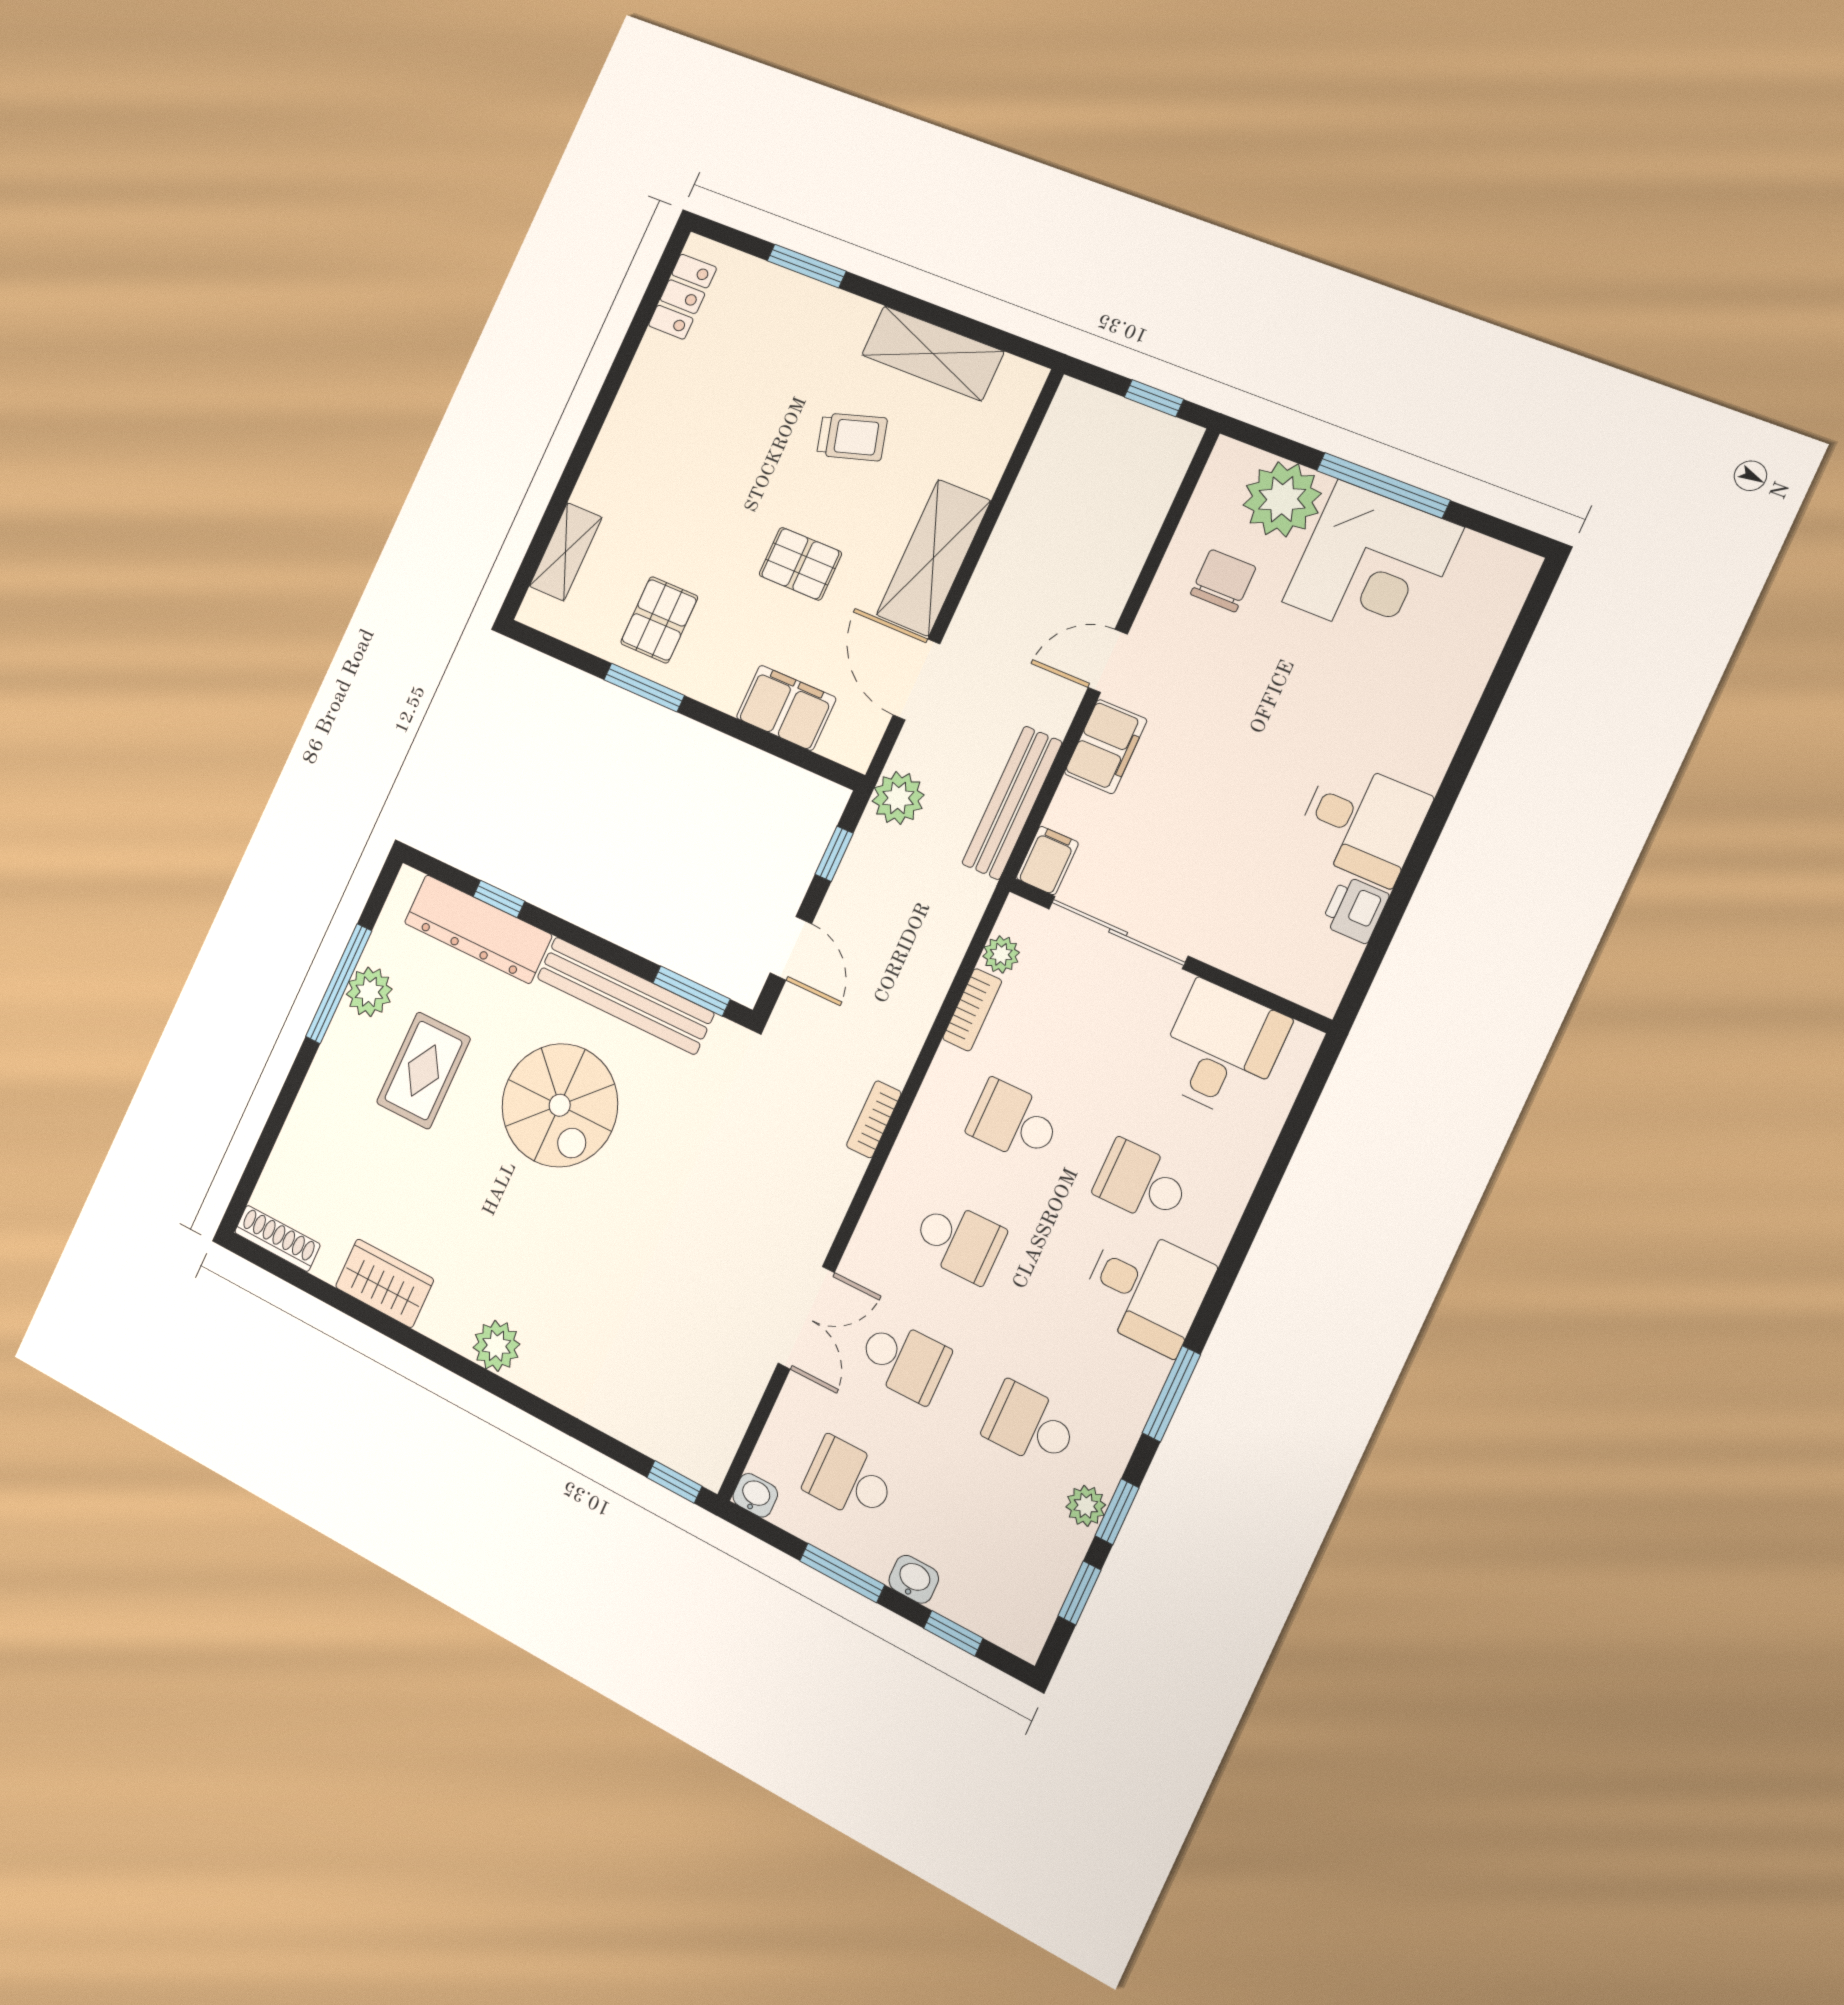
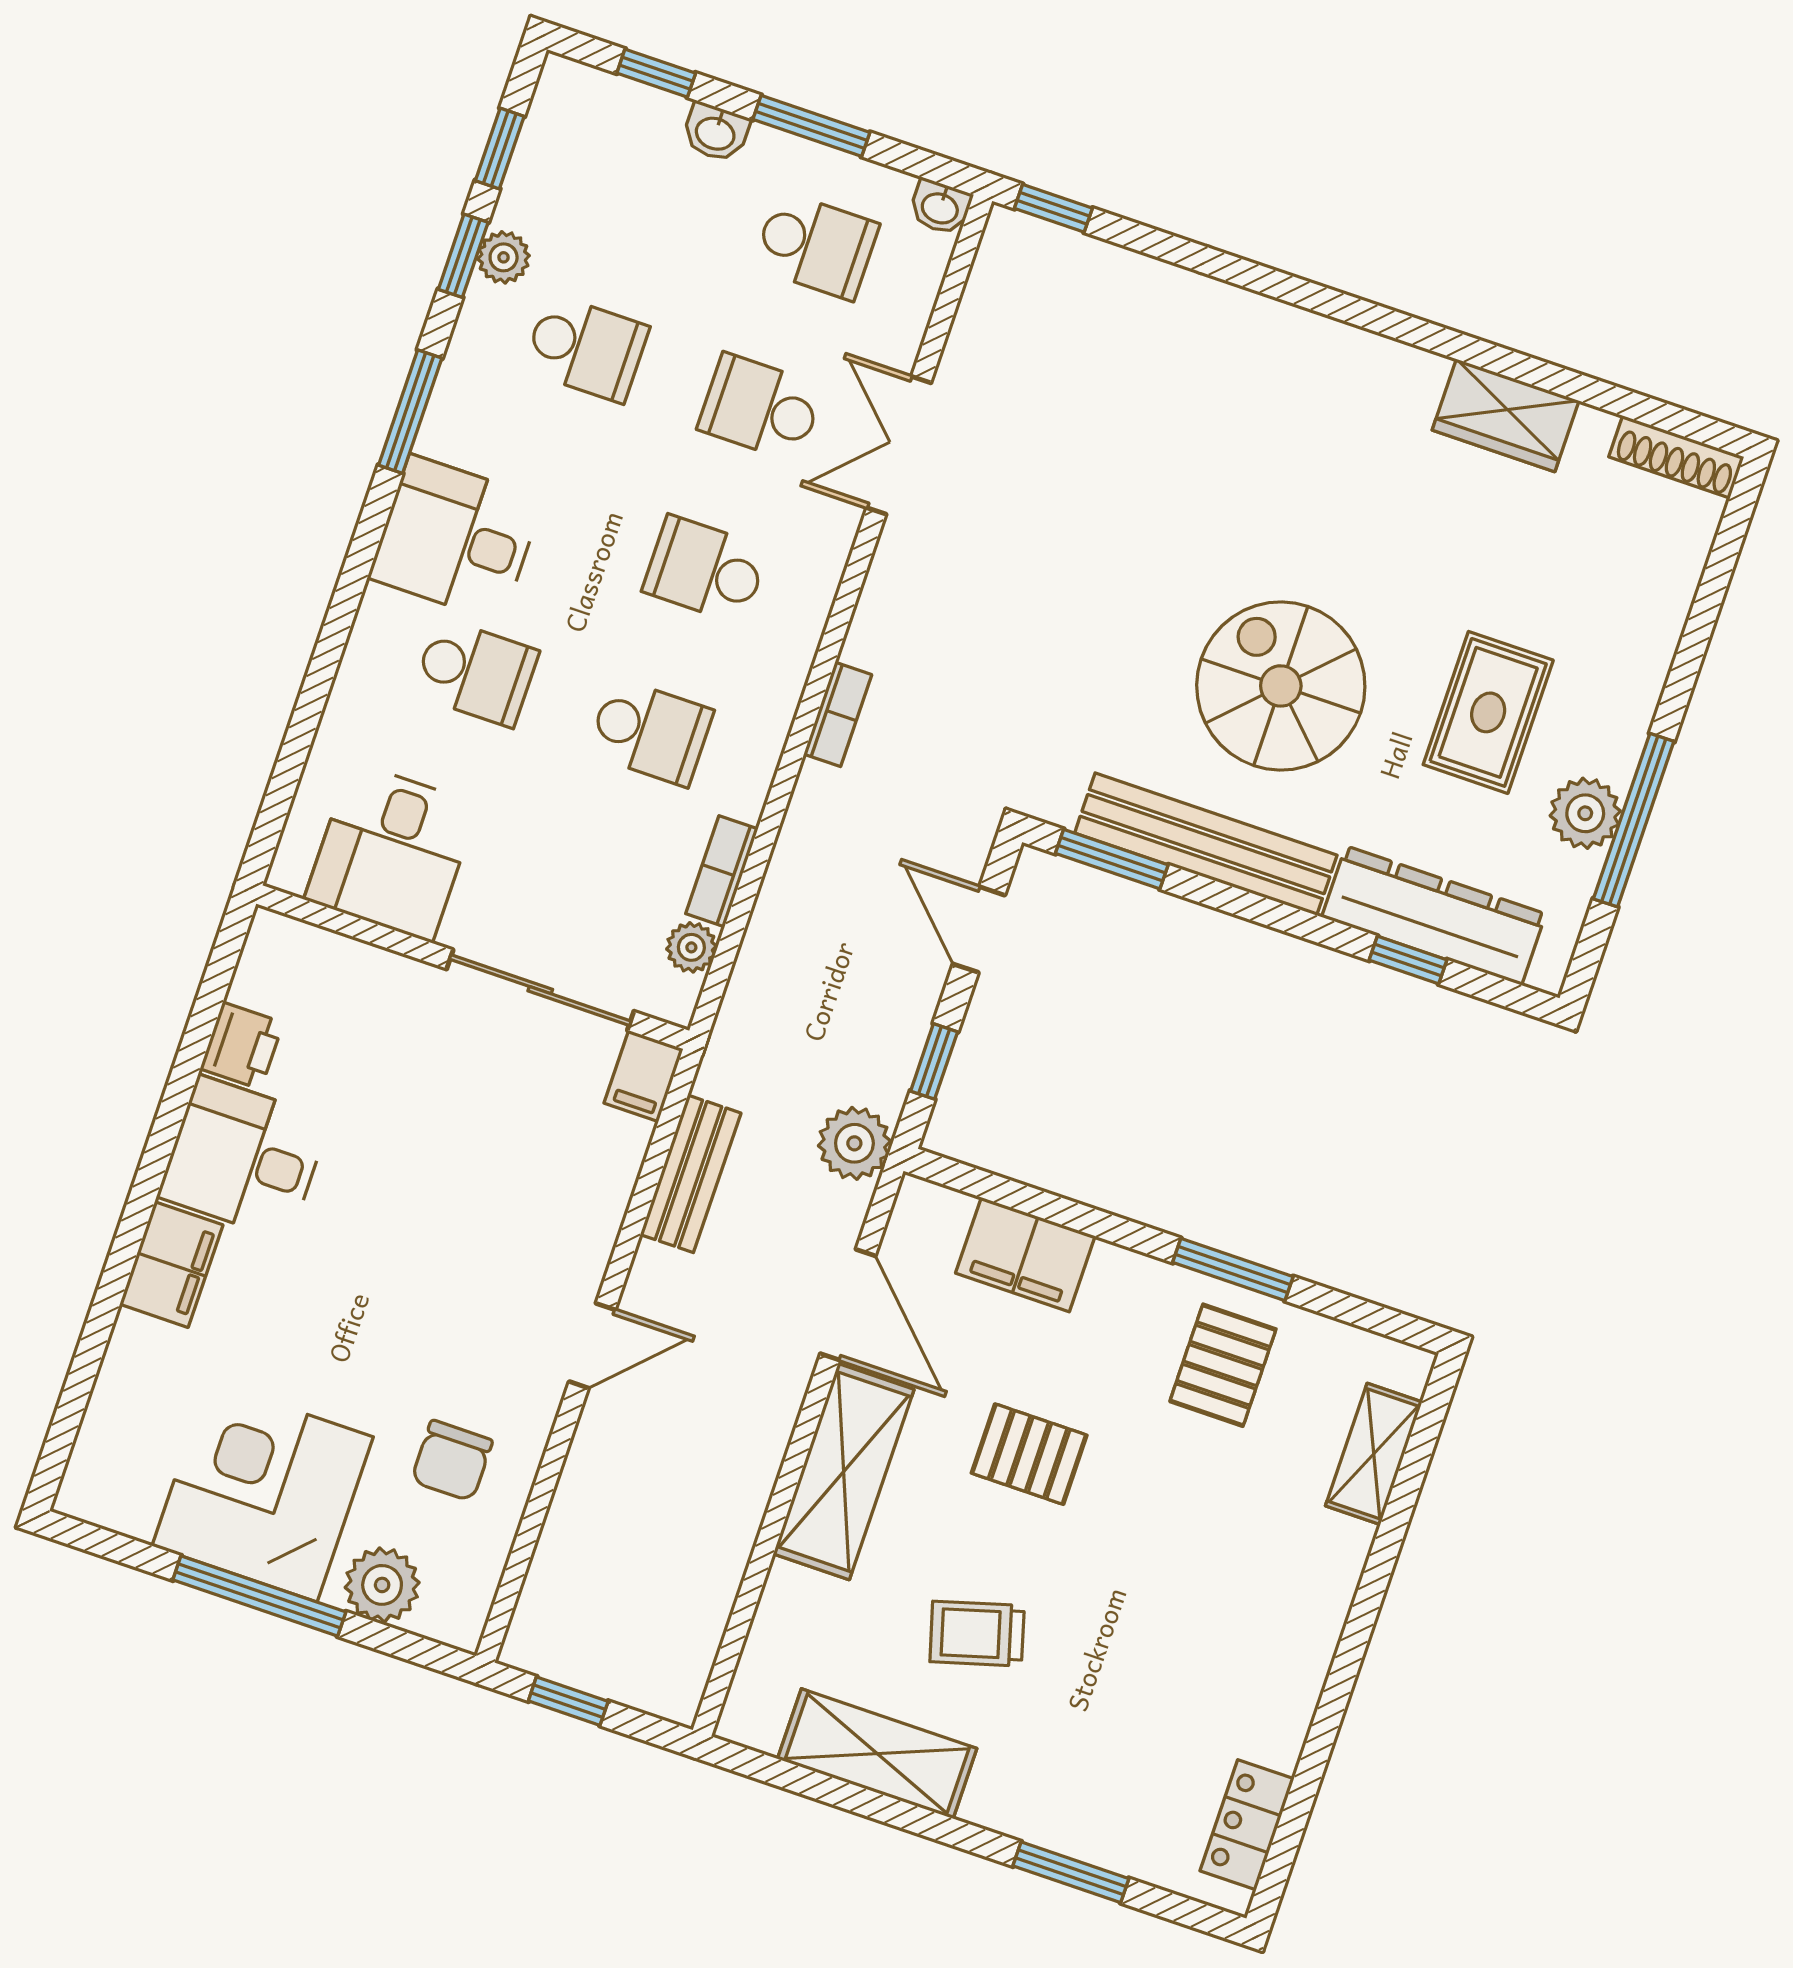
plant: (1282, 499) -> (382, 1585), width x0.73, depth x0.73
filing cabinet: (1106, 747) -> (171, 1265), moved, turned 180
bench: (1012, 803) -> (691, 1174), width x0.73
plant: (497, 1346) -> (1329, 352), removed

